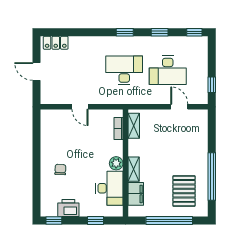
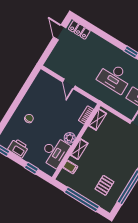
desk: (124, 70) -> (114, 78), turned 180
door: (37, 71) -> (60, 32), moved
pallet: (184, 191) -> (104, 185), width x0.67, depth x0.71
filing cabinet: (136, 194) -> (70, 167), width x0.50

